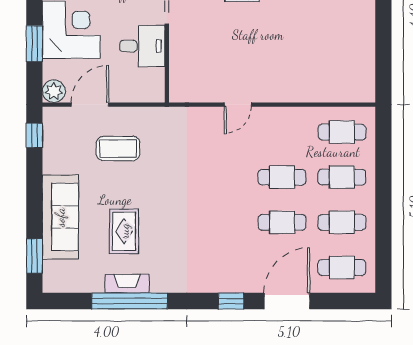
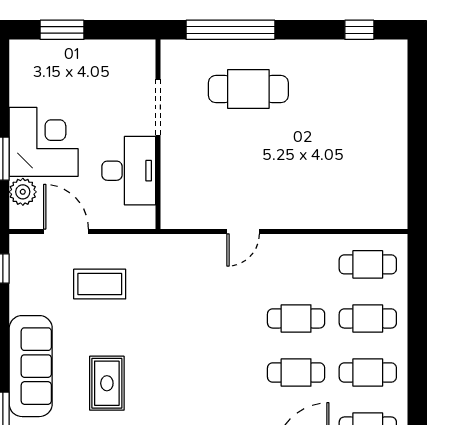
desk: (142, 46) -> (129, 171), width x1.37
plant: (54, 91) -> (23, 192), moved
door: (90, 105) -> (66, 231), hinge flipped

